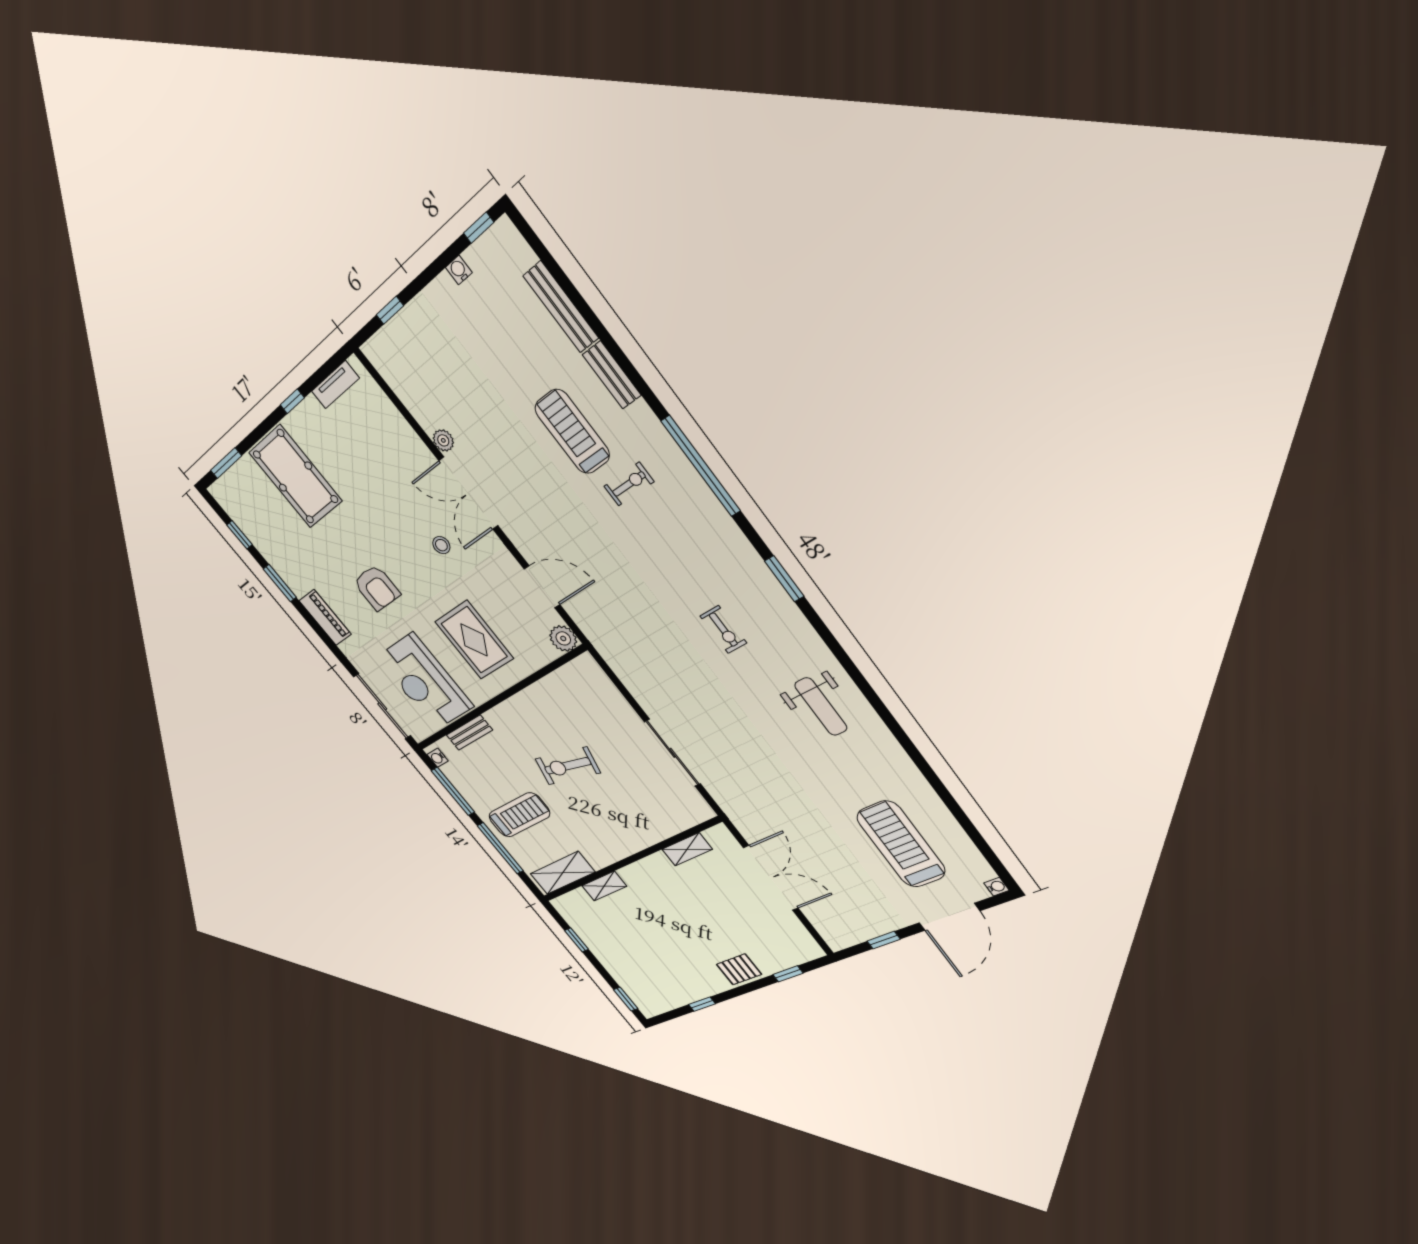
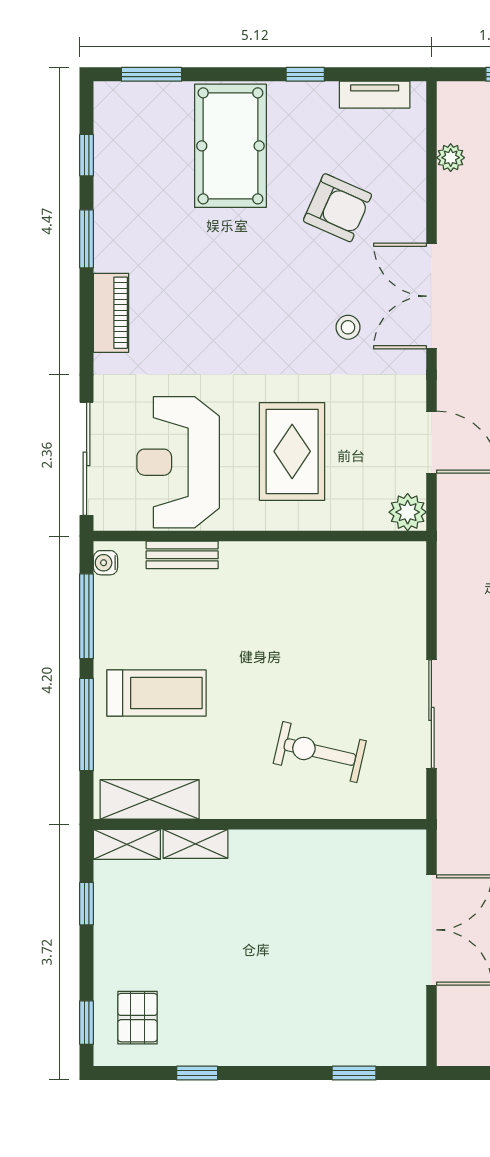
plant: (443, 440) -> (451, 158), moved
armchair: (377, 588) -> (338, 208), moved, turned -66
exercise bike: (568, 766) -> (320, 752), moved
shelving: (687, 849) -> (127, 844), moved
pallet: (739, 969) -> (137, 1018), moved, turned 90

